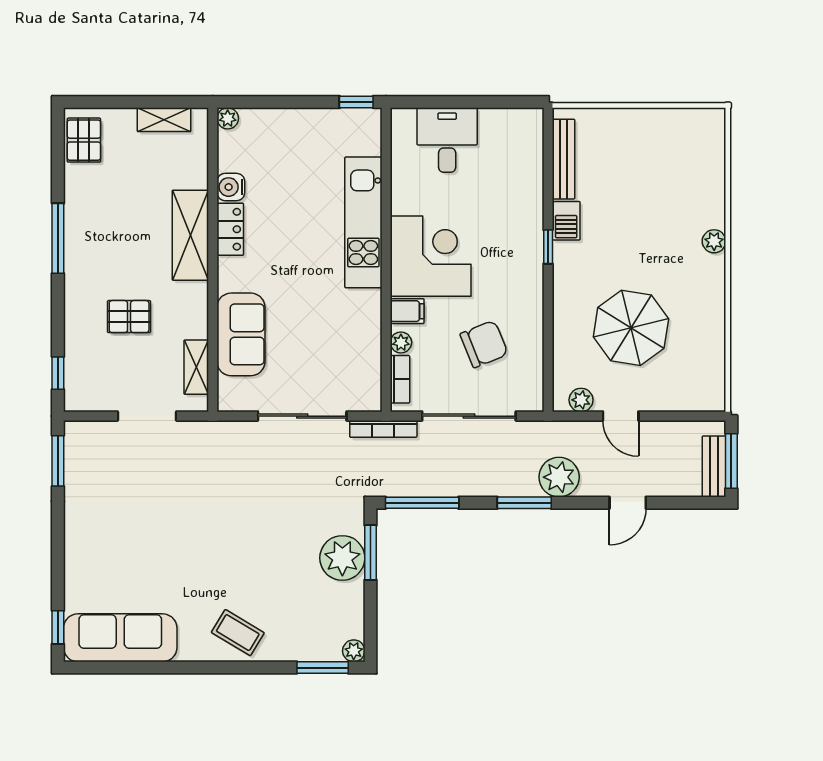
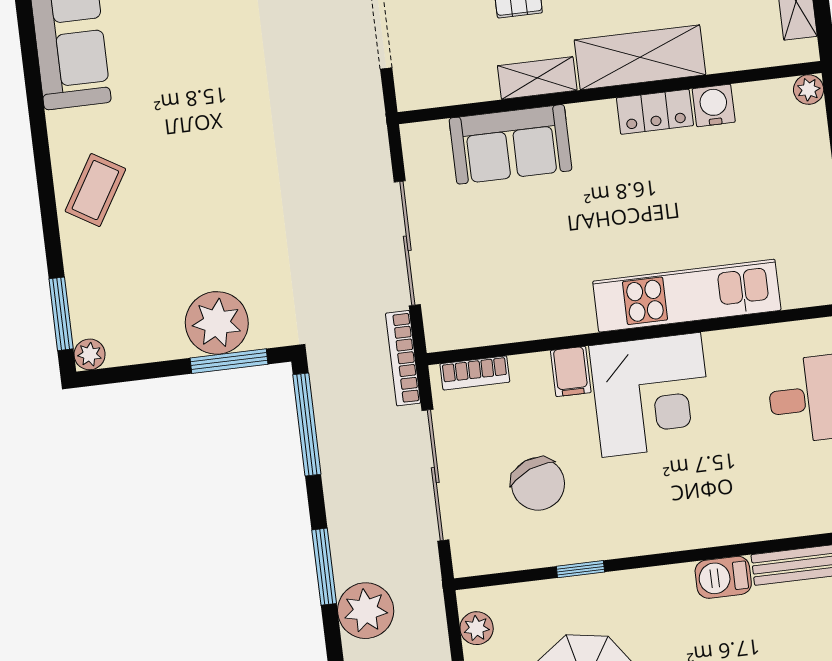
window: (548, 247) -> (580, 569), moved
plant: (401, 342) -> (526, 368), removed
shelving: (196, 367) -> (537, 78), moved

